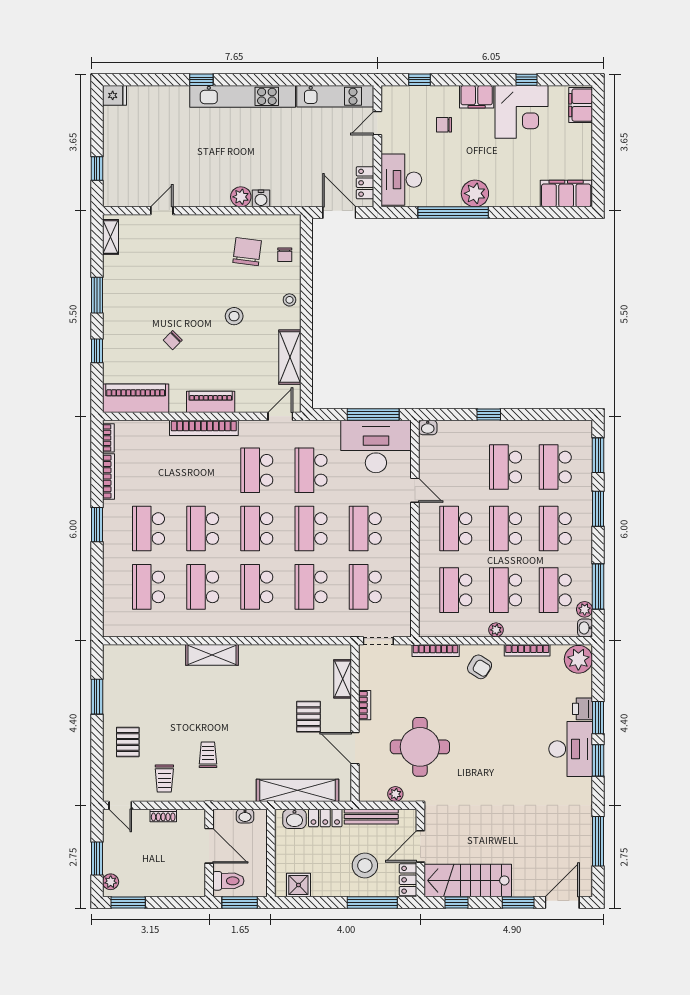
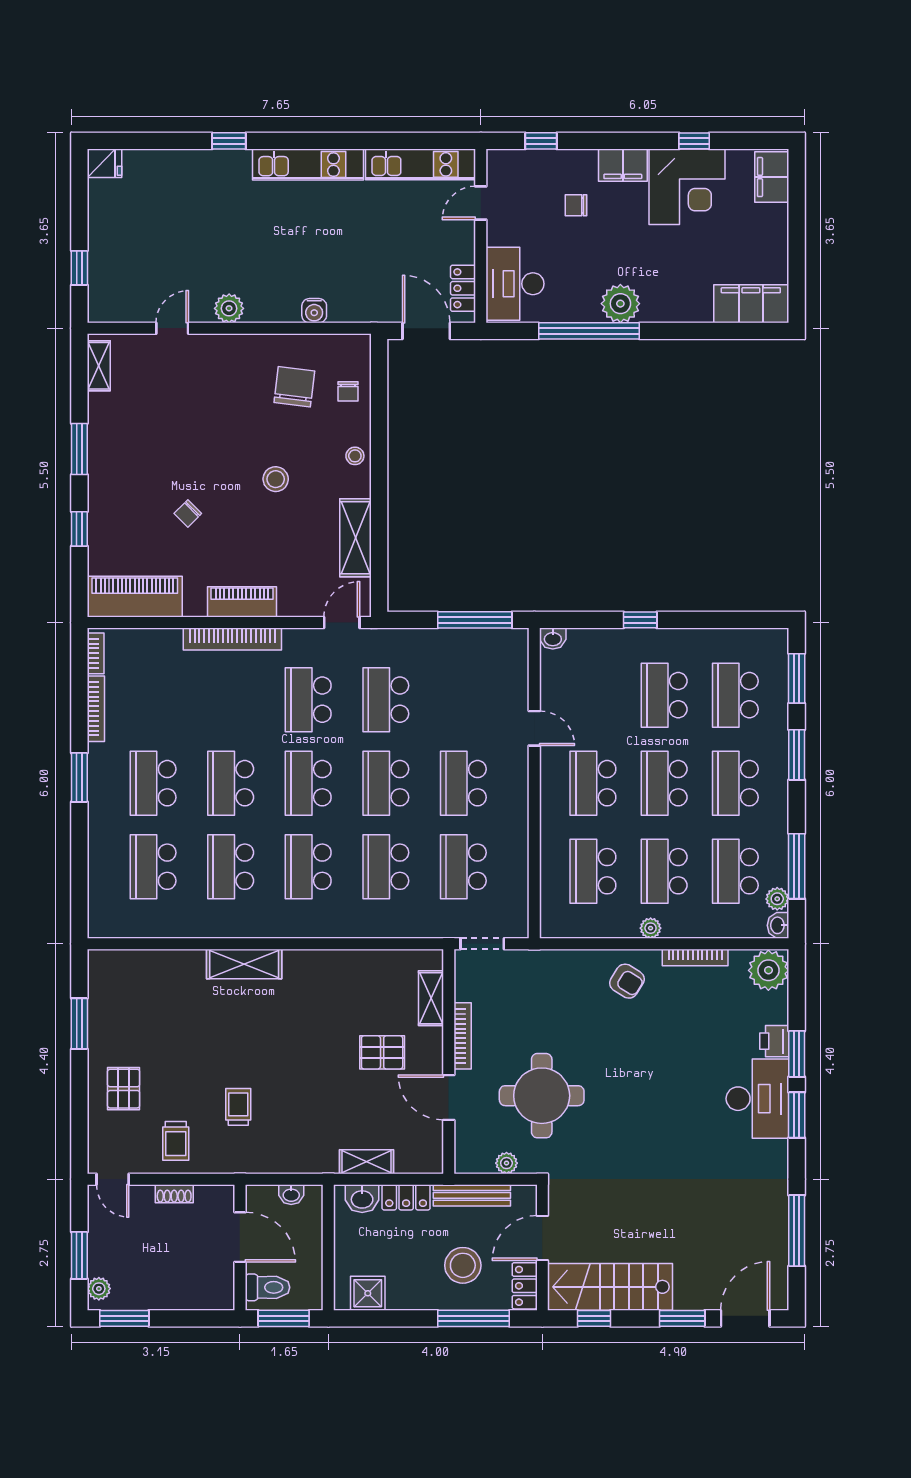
kitchen unit: (243, 96) -> (308, 165), width x0.73
plant: (241, 197) -> (229, 308), moved
desk: (376, 446) -> (479, 666), removed
bookcase: (436, 651) -> (564, 958), removed
bookcase: (365, 705) -> (463, 1036), width x1.56
pallet: (308, 717) -> (382, 1052), turned 90
shelving: (298, 790) -> (366, 1162), width x0.45, depth x0.75

